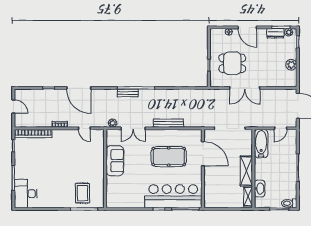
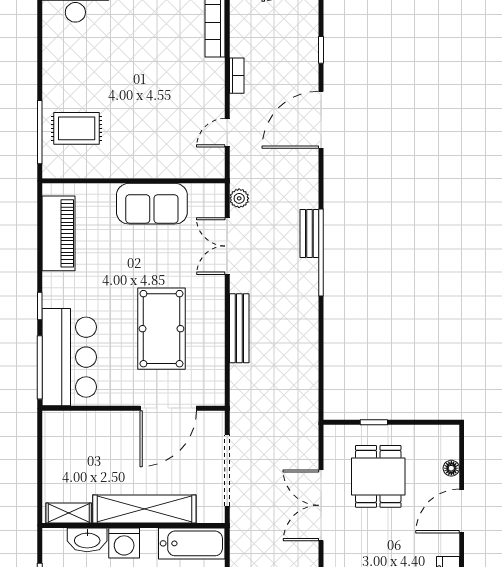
shelving: (246, 171) -> (144, 509), width x1.47
washing machine: (261, 173) -> (124, 543), added
bar counter: (173, 196) -> (69, 357), width x0.73
piano: (128, 201) -> (58, 233), added

